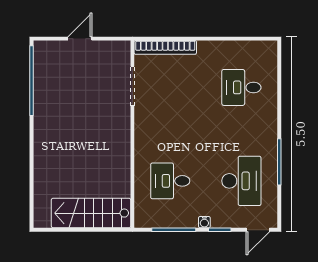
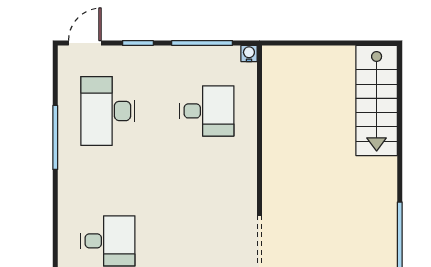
stairs: (91, 213) -> (377, 101), moved, turned 90
water cooler: (204, 222) -> (249, 54), moved

